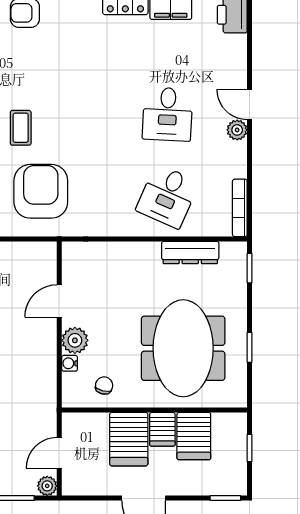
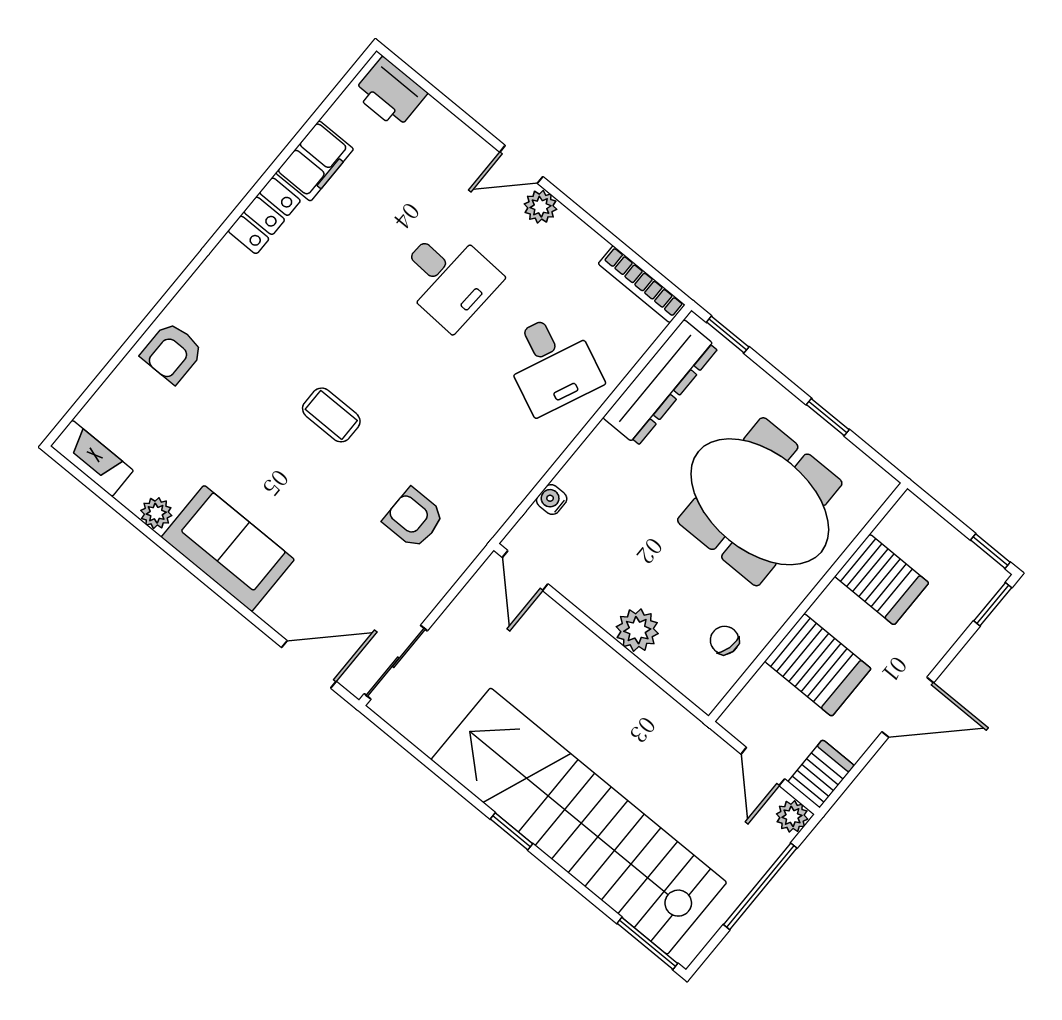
coffee table: (21, 128) -> (331, 415), moved
armchair: (41, 191) -> (414, 518), width x0.53, depth x0.53
dresser: (190, 252) -> (661, 383), width x1.37, depth x1.24
door: (59, 301) -> (525, 571), moved
water cooler: (70, 363) -> (552, 500), moved, turned 90
server rack: (162, 429) -> (821, 774), moved, turned -90
window: (250, 448) -> (990, 551), moved

